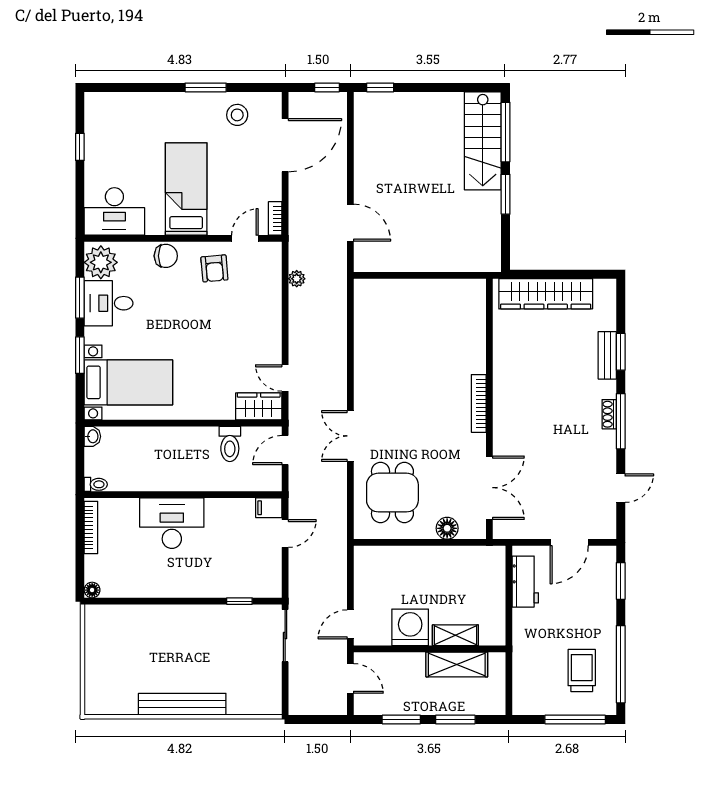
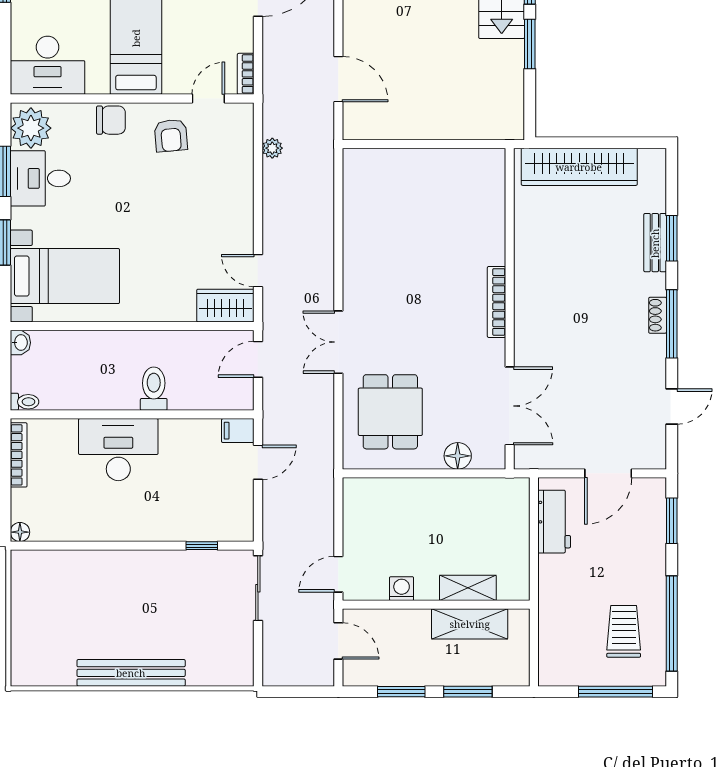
toilet: (230, 444) -> (154, 389), moved, turned 180
washing machine: (410, 627) -> (402, 589), width x0.53, depth x0.53

